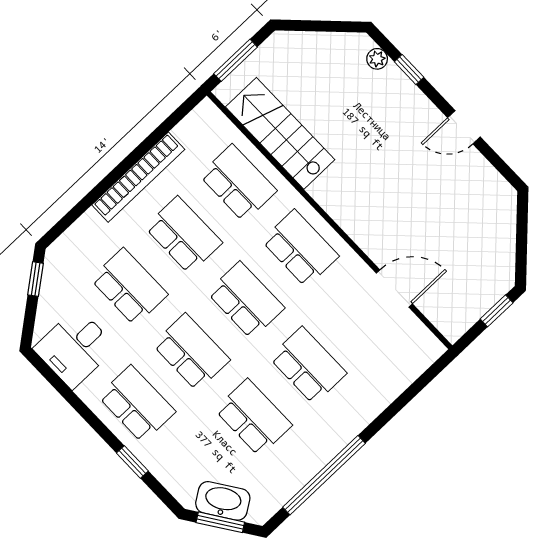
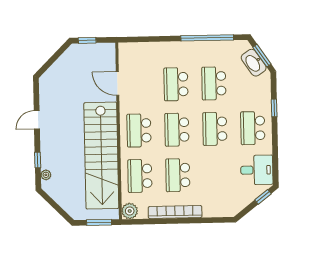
plant: (206, 118) -> (130, 211), added
door: (464, 127) -> (37, 120), swing flipped
stairs: (280, 133) -> (101, 156), width x1.86, depth x1.51
window: (36, 279) -> (263, 197), moved
school desk: (129, 287) -> (216, 174), removed

